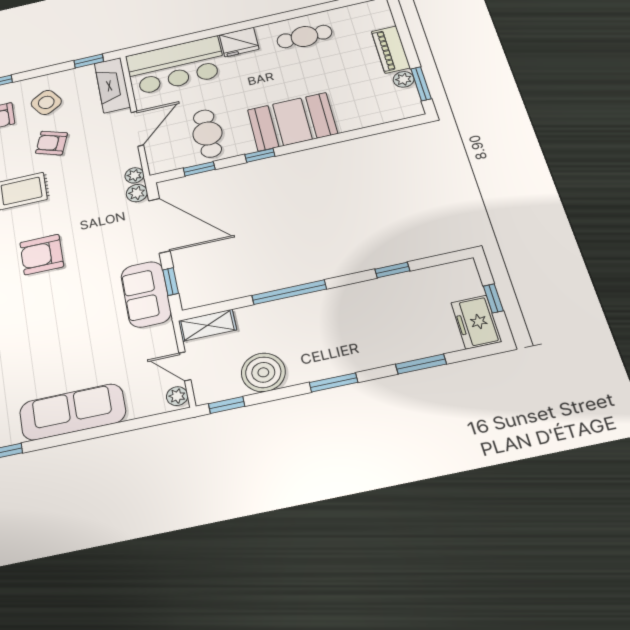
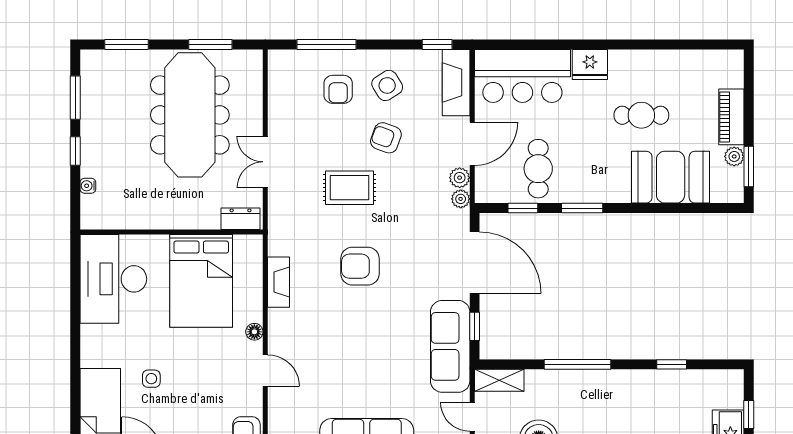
cafe table: (304, 36) -> (641, 115), moved
booth: (292, 122) -> (671, 177), moved
window: (260, 155) -> (582, 208), width x1.50
plant: (137, 193) -> (460, 178), moved
sofa: (146, 294) -> (450, 346), width x1.36

